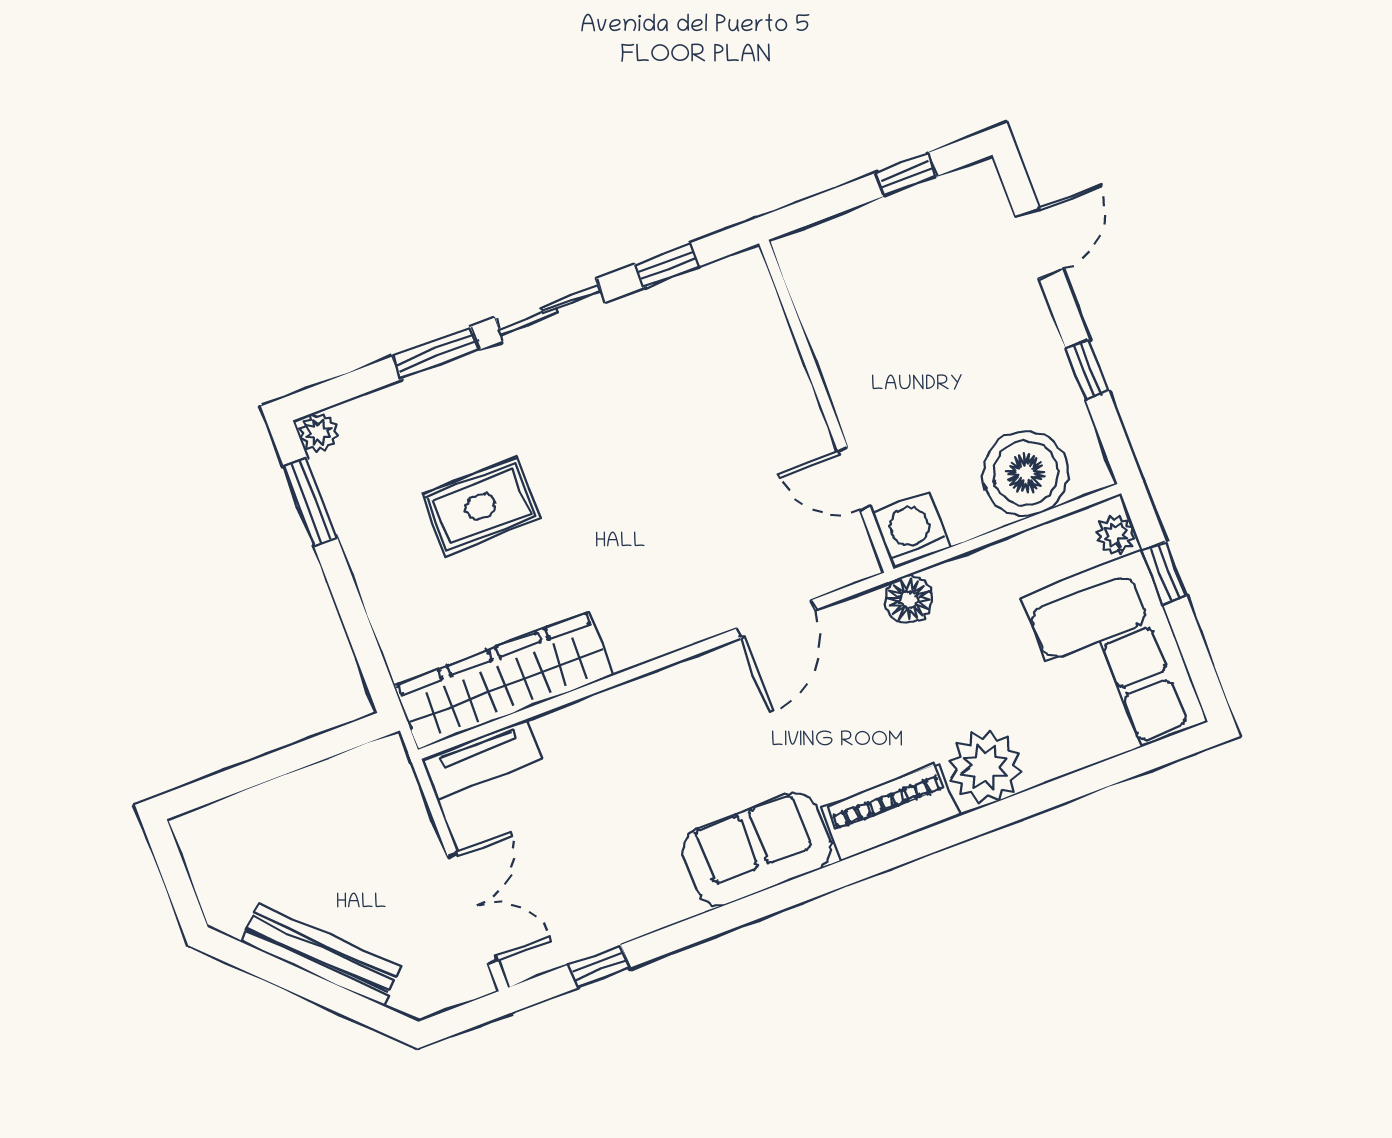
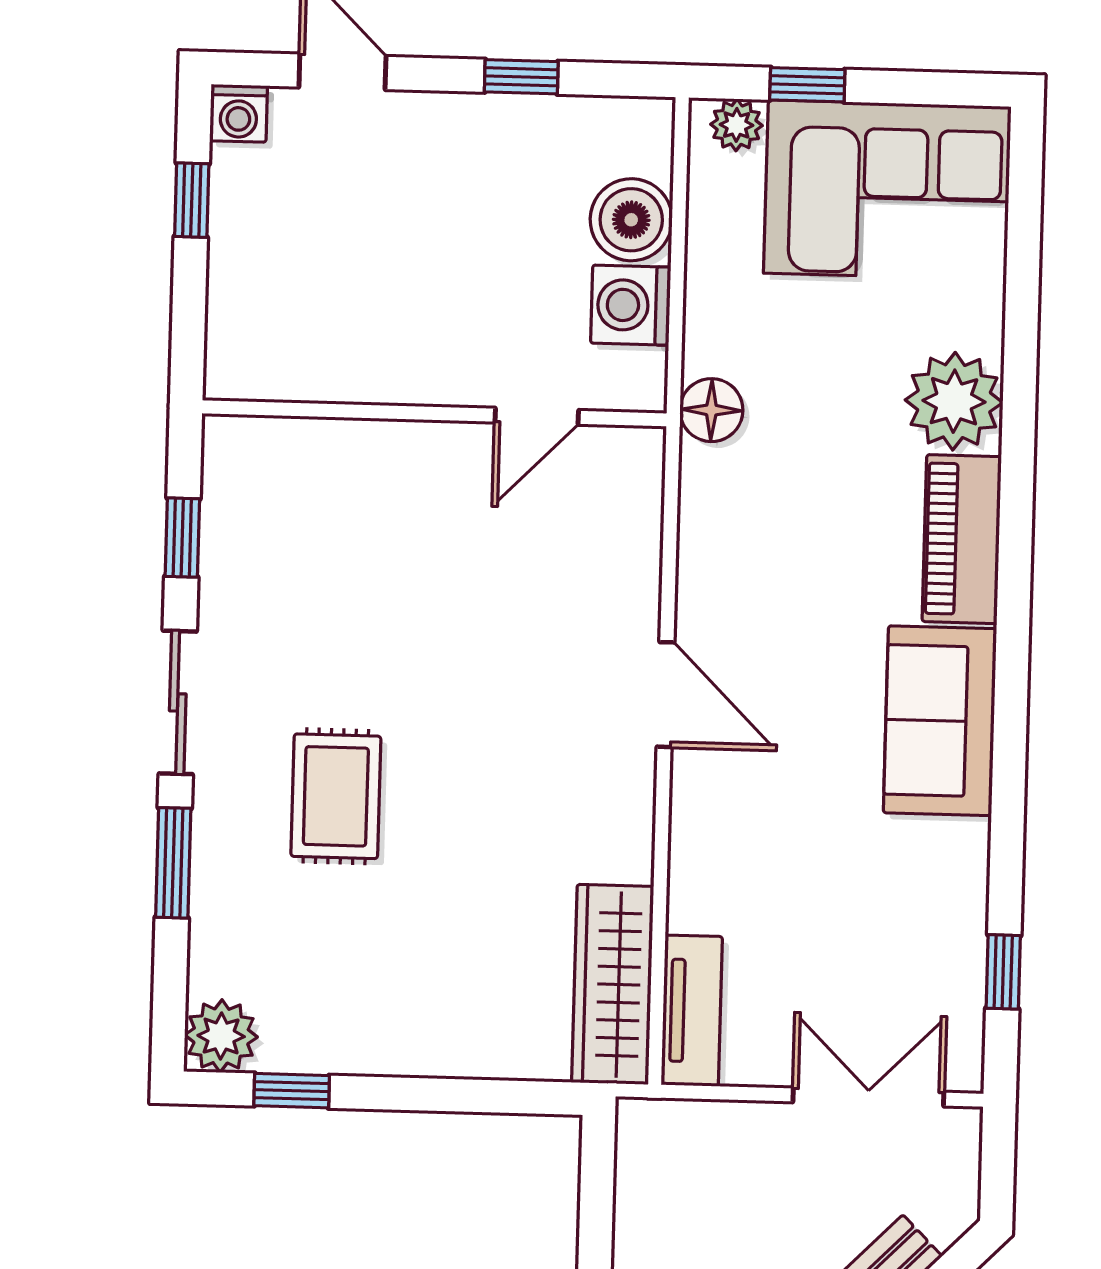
washing machine: (980, 182) -> (239, 113), added
plant: (319, 432) -> (221, 1036), width x1.38, depth x1.38
boiler: (1026, 473) -> (631, 220), width x0.73, depth x0.73
window: (310, 502) -> (292, 1091), width x0.67
rug: (481, 506) -> (336, 796), moved
washing machine: (911, 531) -> (631, 305), moved
door: (776, 619) -> (665, 695), moved
wardrobe: (504, 681) -> (613, 984), width x0.71, depth x0.85

